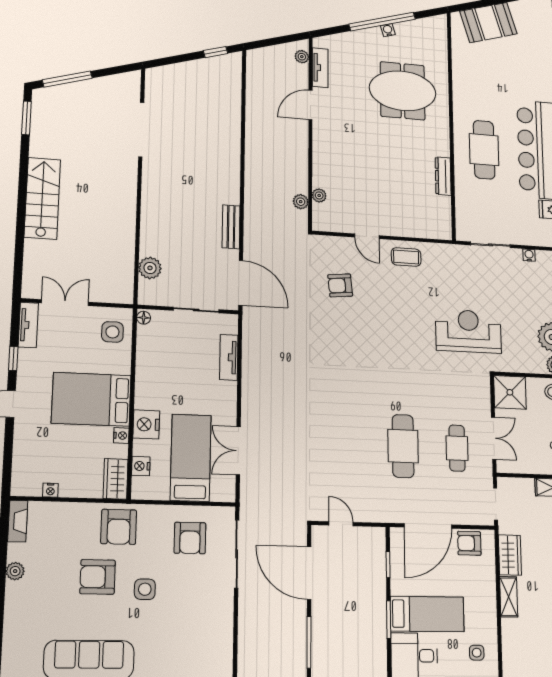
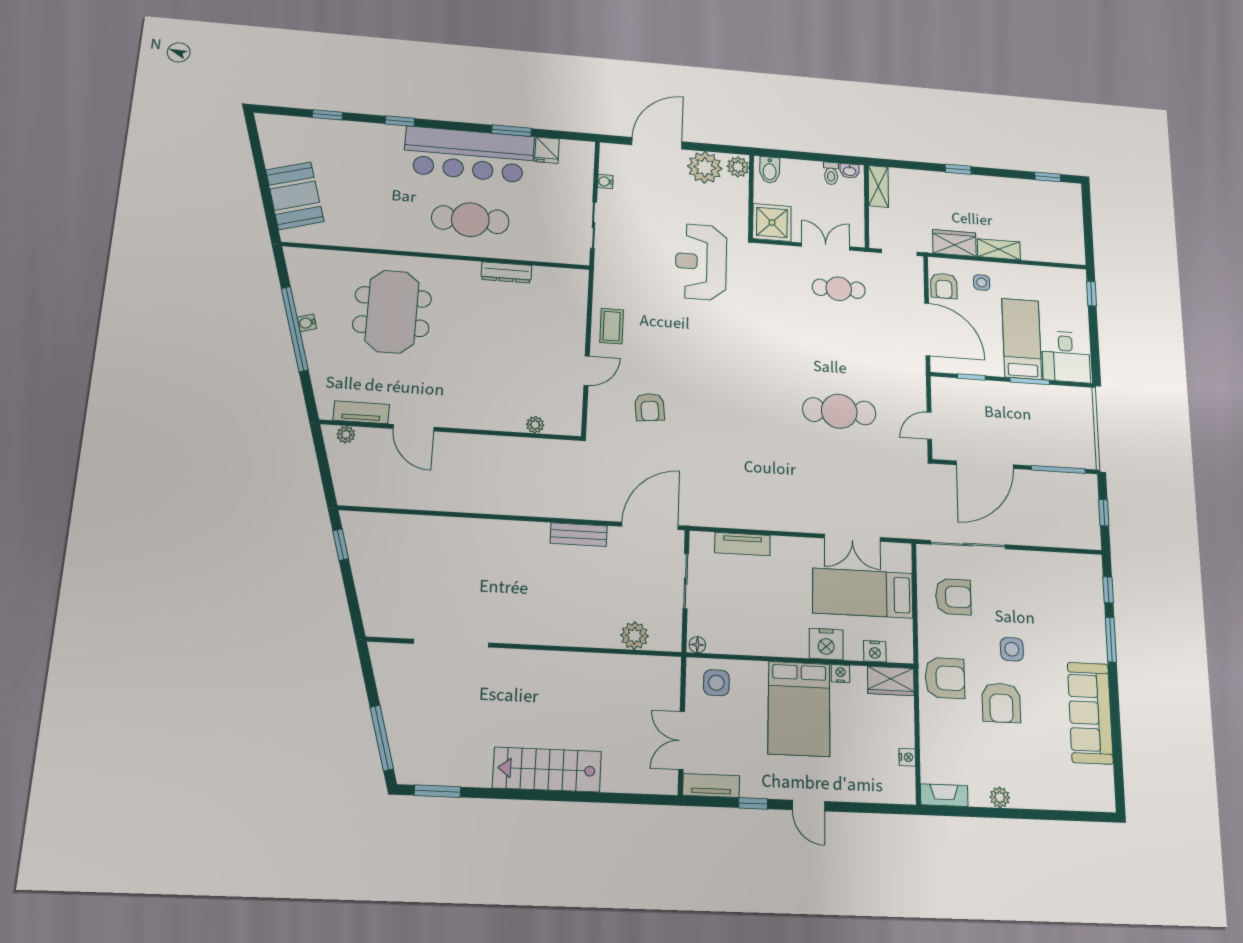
plant: (301, 202) -> (544, 448), removed
cafe table: (403, 446) -> (839, 411), moved
side table: (477, 653) -> (982, 282), moved

